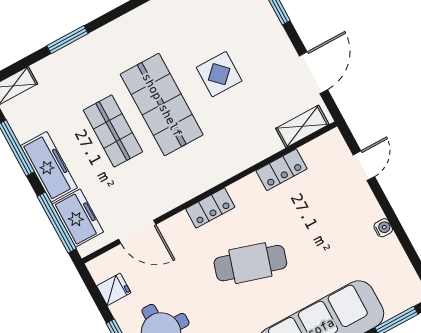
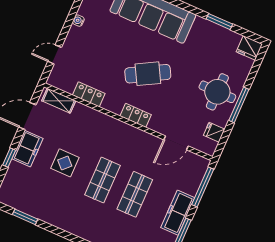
shop shelf: (162, 105) -> (102, 180), width x0.70, depth x0.74
freezer: (78, 218) -> (27, 149), moved, turned 180
door: (137, 232) -> (176, 143), swing flipped
cafe table: (250, 263) -> (148, 74), turned -46

